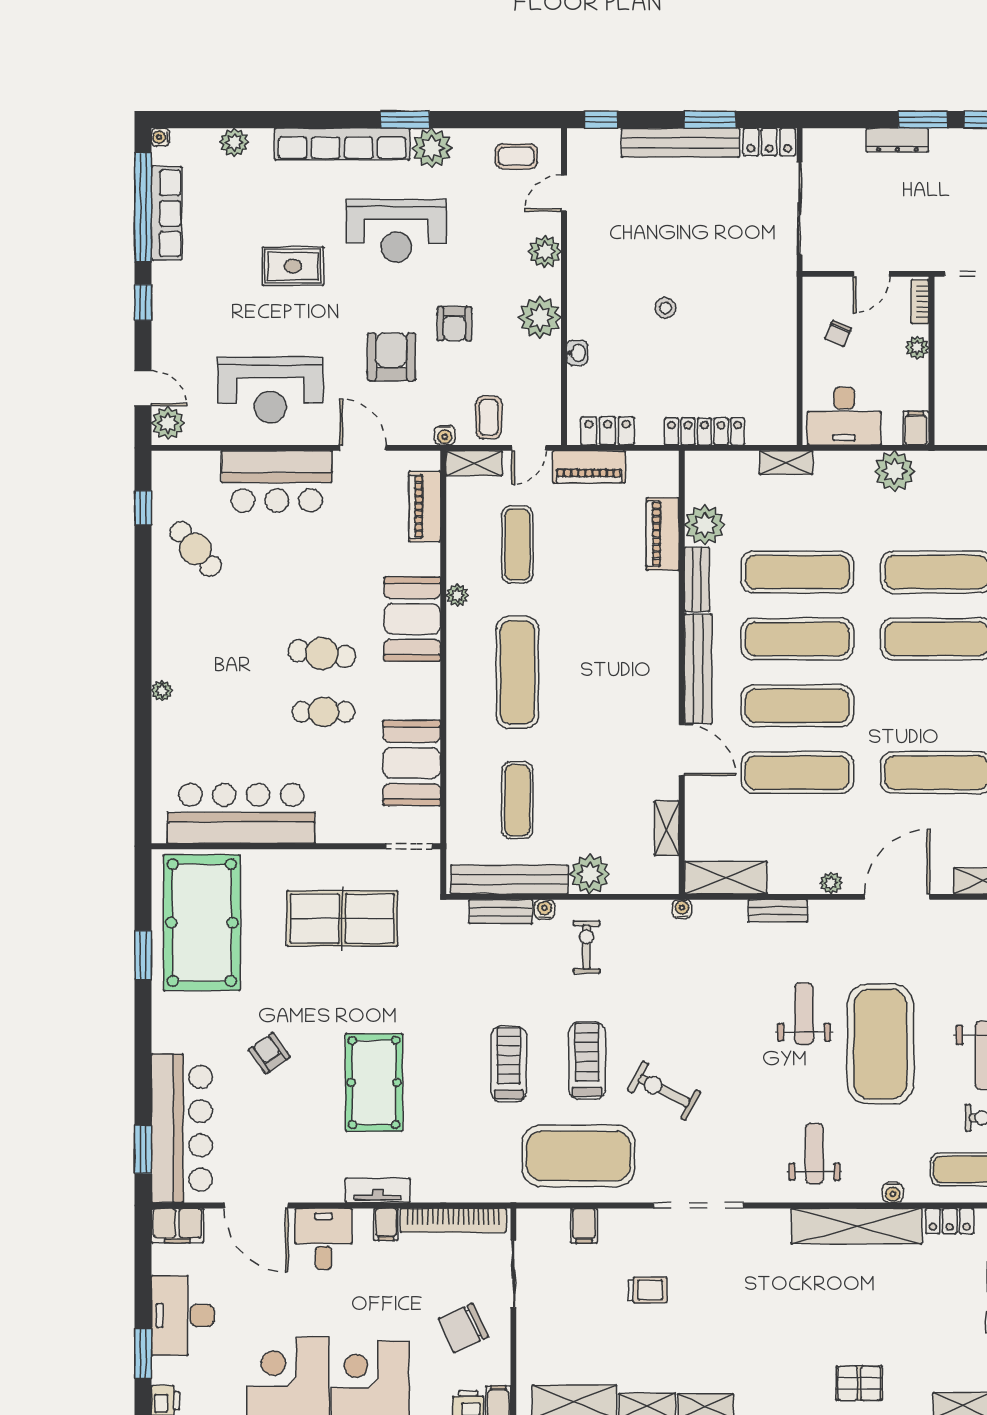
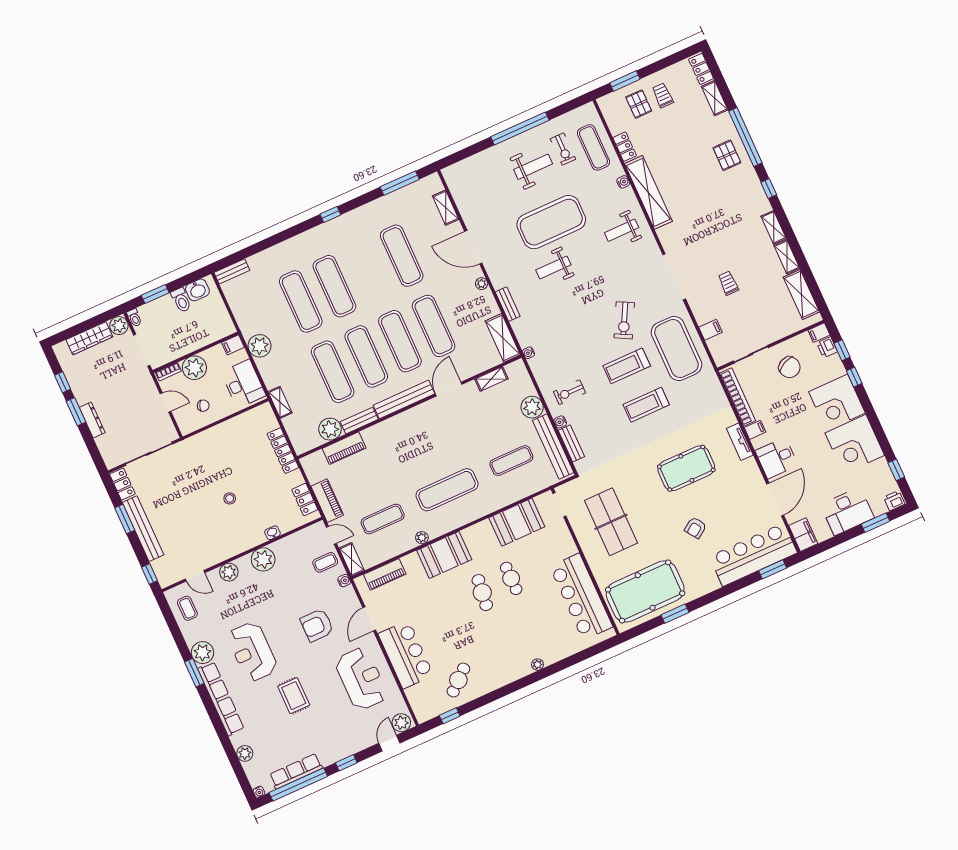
reception desk: (396, 231) -> (252, 652), turned 180
armchair: (454, 324) -> (286, 601), removed
plant: (917, 348) -> (194, 368), width x1.87, depth x1.87

